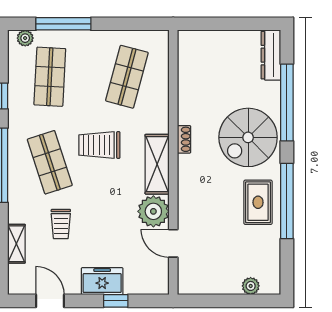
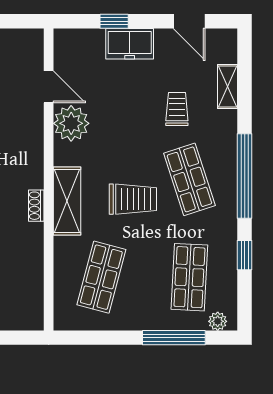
shelving: (157, 164) -> (67, 201), moved

